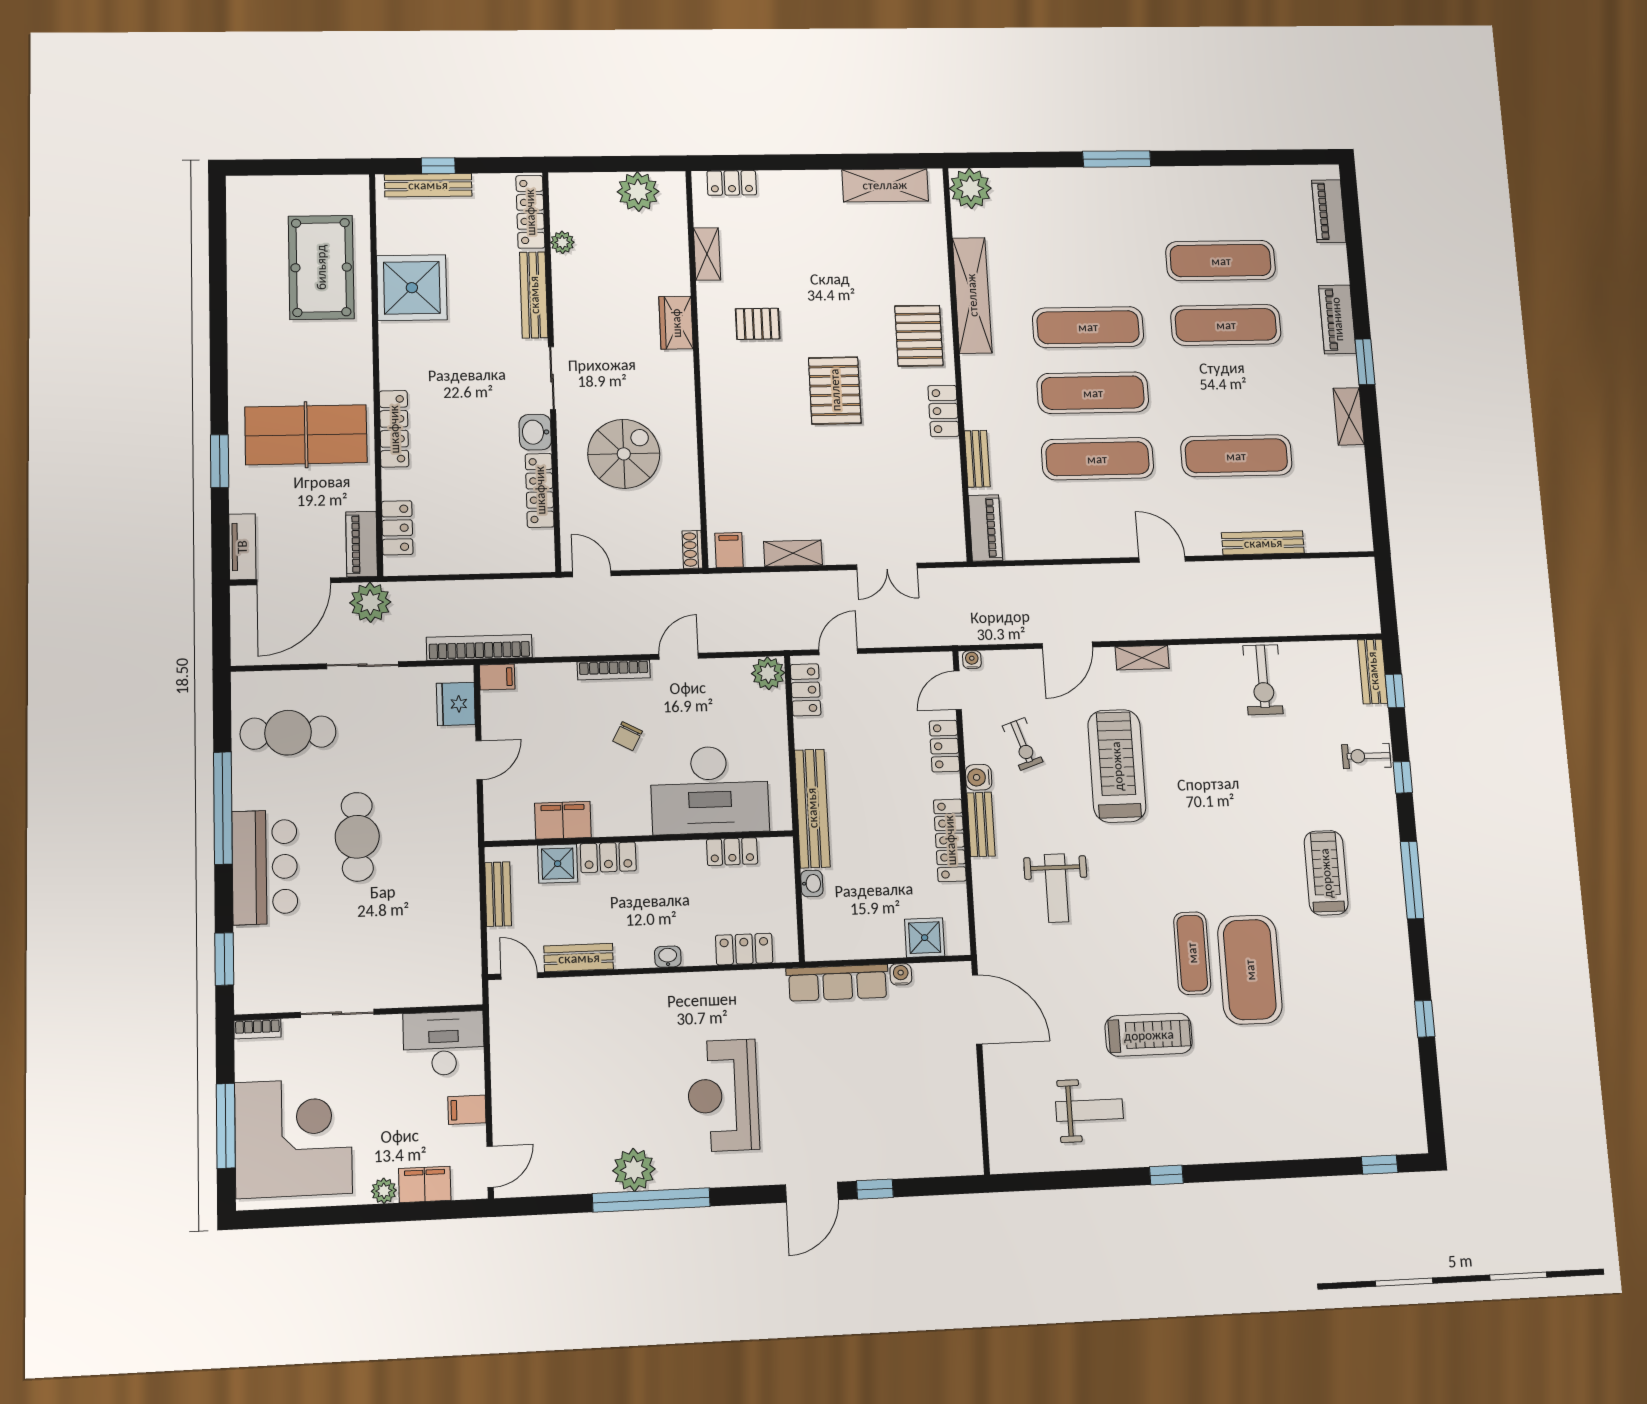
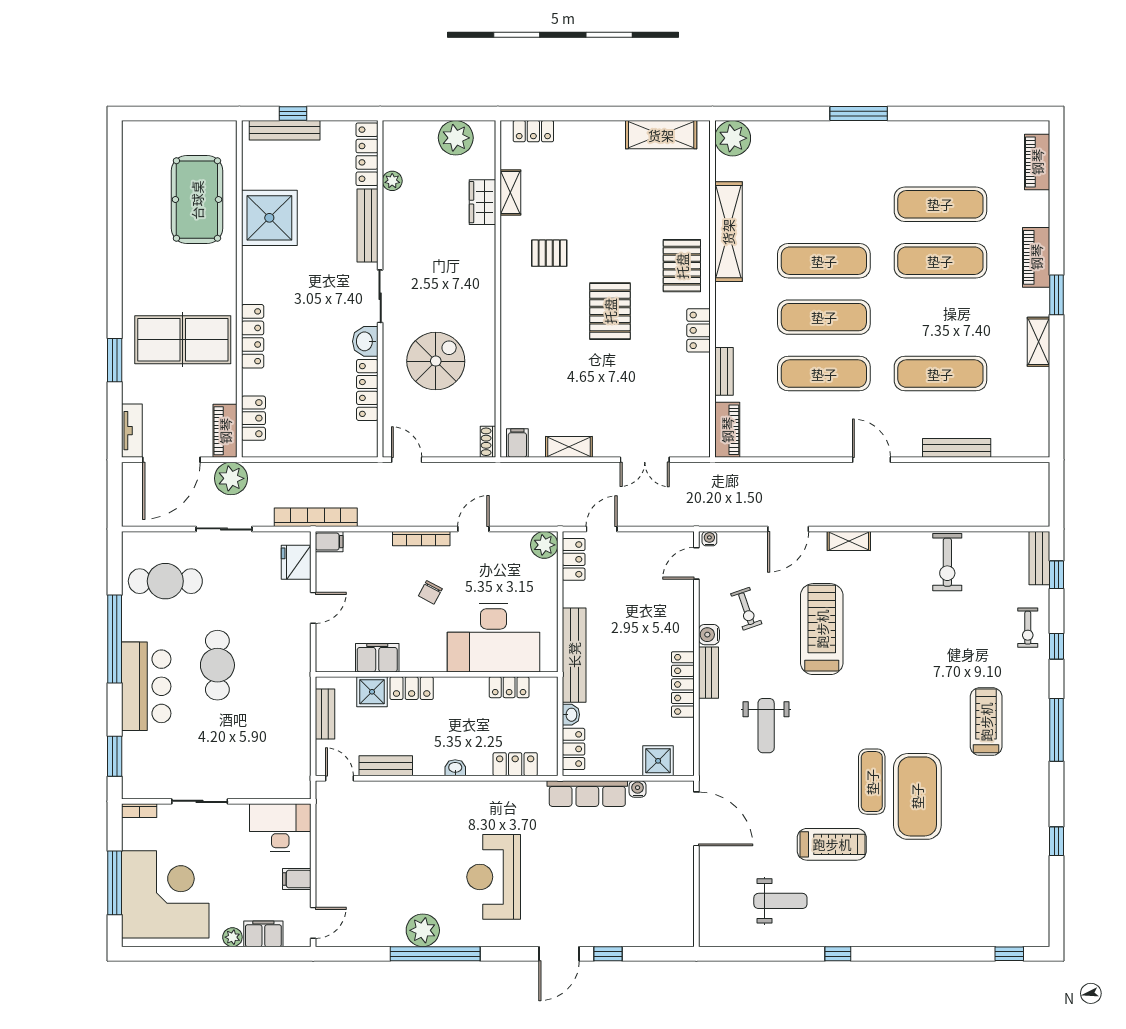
wardrobe: (676, 323) -> (482, 202), moved
locker: (944, 746) -> (574, 749), moved, turned 180
exercise bike: (1366, 756) -> (1028, 628), turned -90

